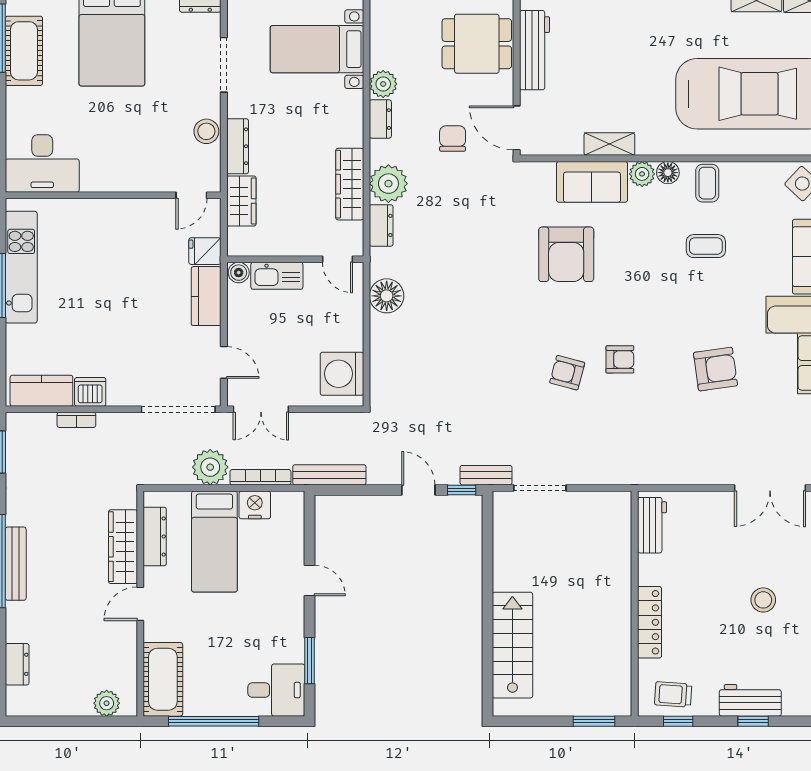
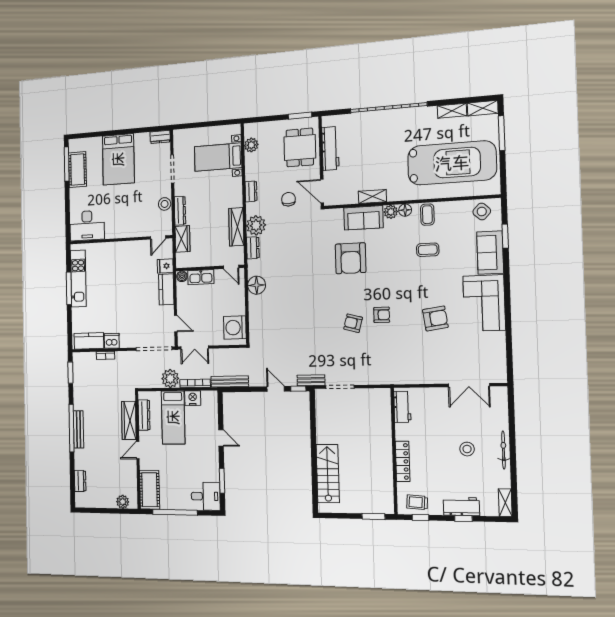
dining table: (477, 44) -> (300, 147), turned 90
plant: (383, 84) -> (251, 145), moved

